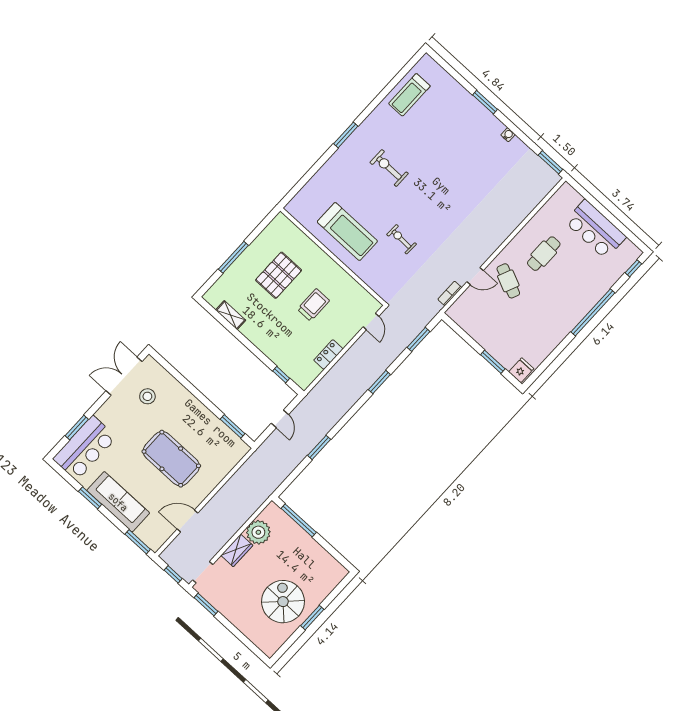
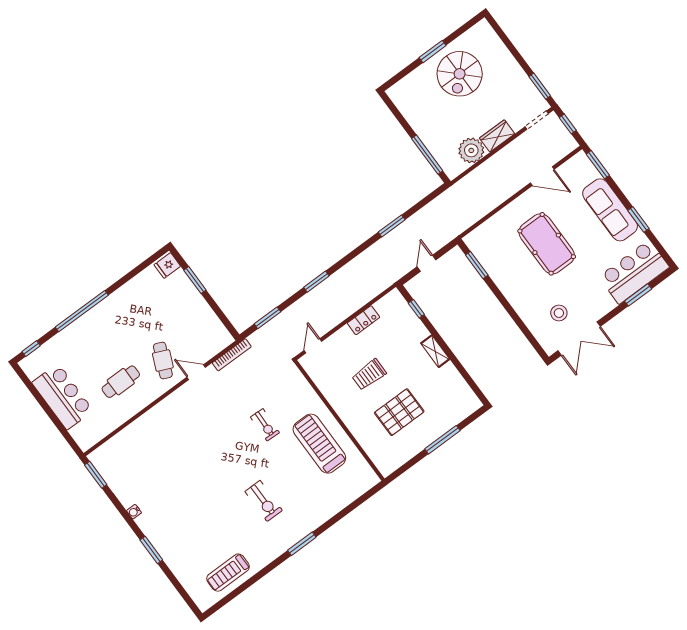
treadmill: (409, 95) -> (228, 573), turned 180
bookcase: (450, 293) -> (232, 355), width x1.56
shelving: (231, 315) -> (435, 351), moved

